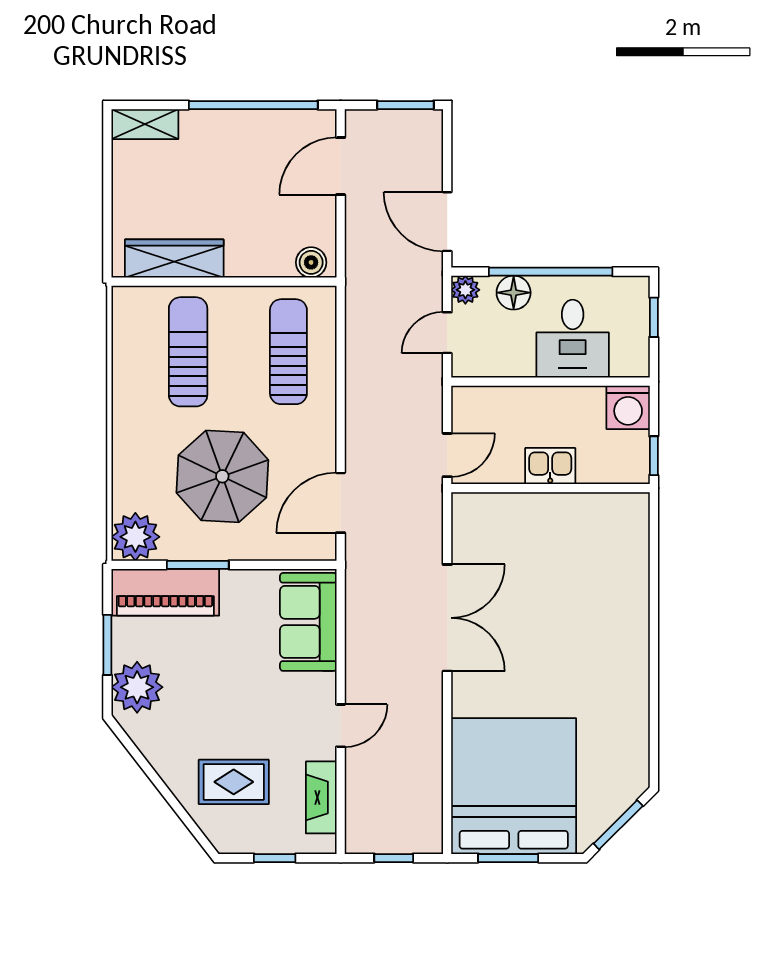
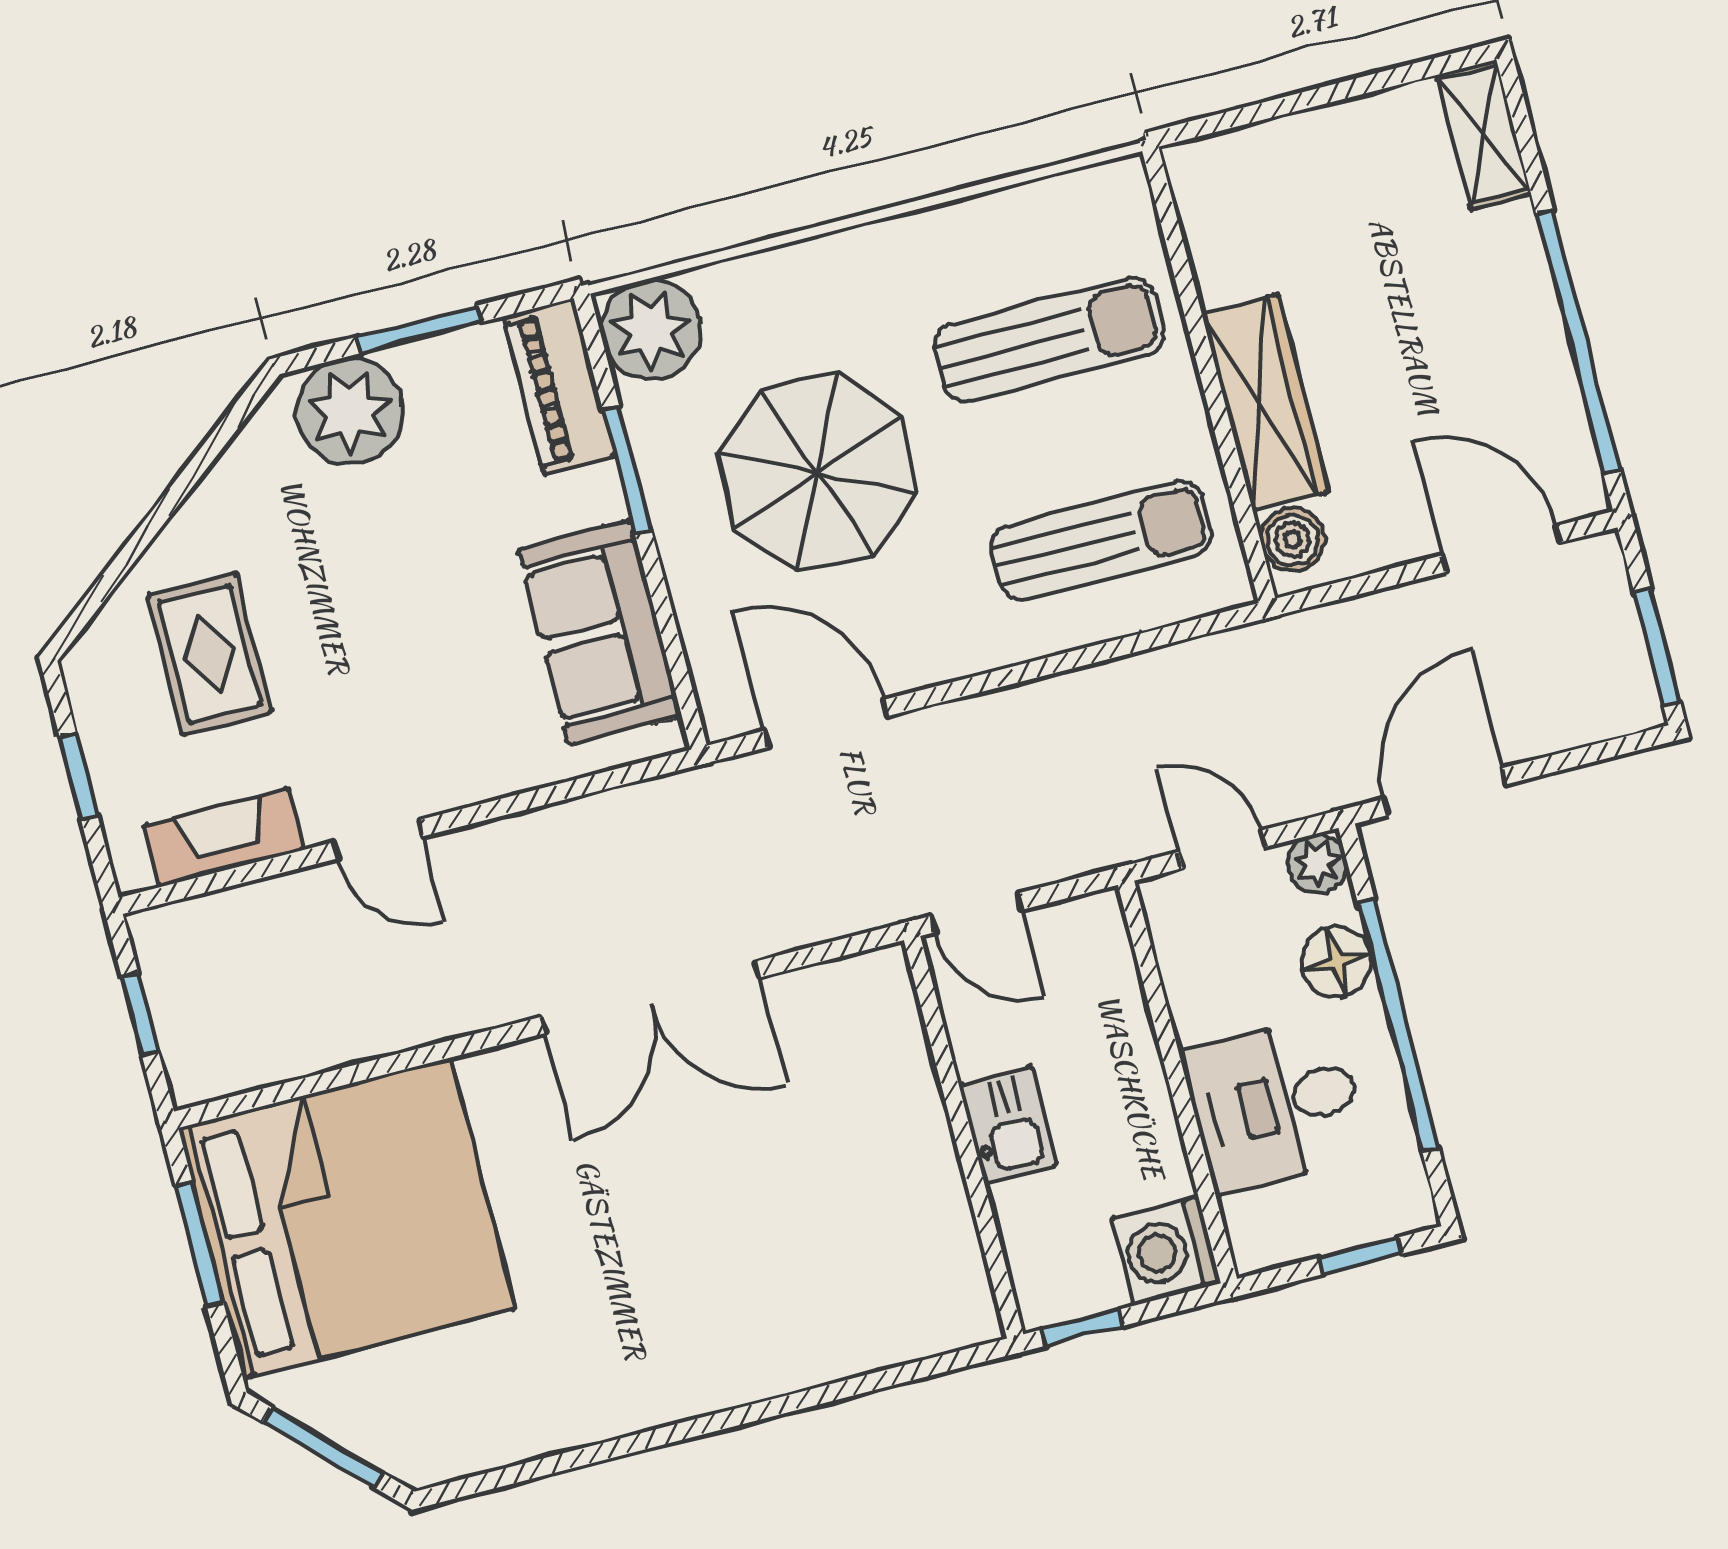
wardrobe: (174, 259) -> (1265, 403), moved
piano: (165, 592) -> (559, 386), width x0.73, depth x0.75
sofa: (308, 622) -> (600, 633), moved, turned -90

